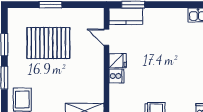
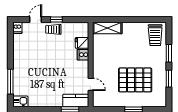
fridge: (118, 61) -> (82, 43), moved

